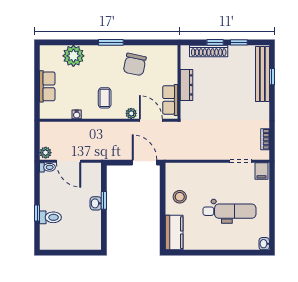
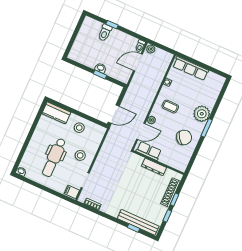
plant: (73, 56) -> (202, 114), moved
chair: (135, 64) -> (184, 137), turned 132
row of seats: (47, 86) -> (191, 68), width x1.48
stool: (213, 181) -> (80, 155), added

